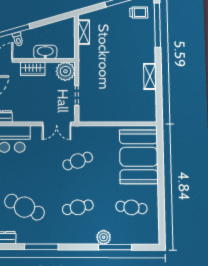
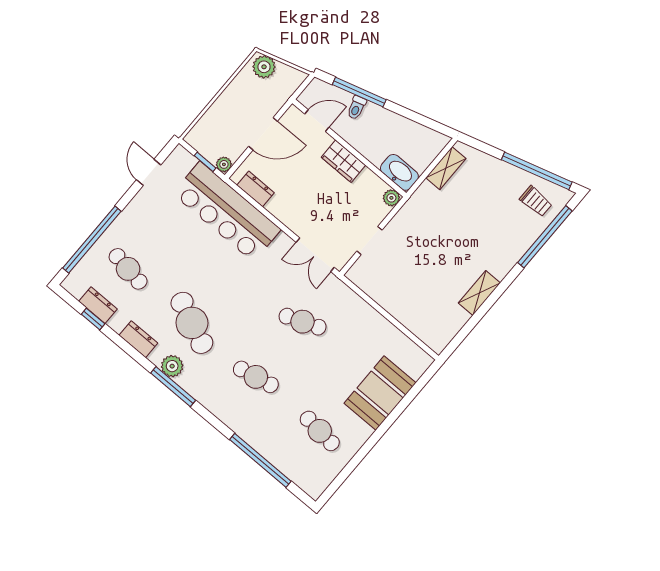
washbasin: (45, 52) -> (399, 172), moved
plant: (65, 71) -> (391, 198), width x0.53, depth x0.53
booth: (139, 157) -> (380, 393), width x0.73, depth x0.70
plant: (104, 237) -> (172, 366), moved
window: (115, 247) -> (260, 460), width x1.46

